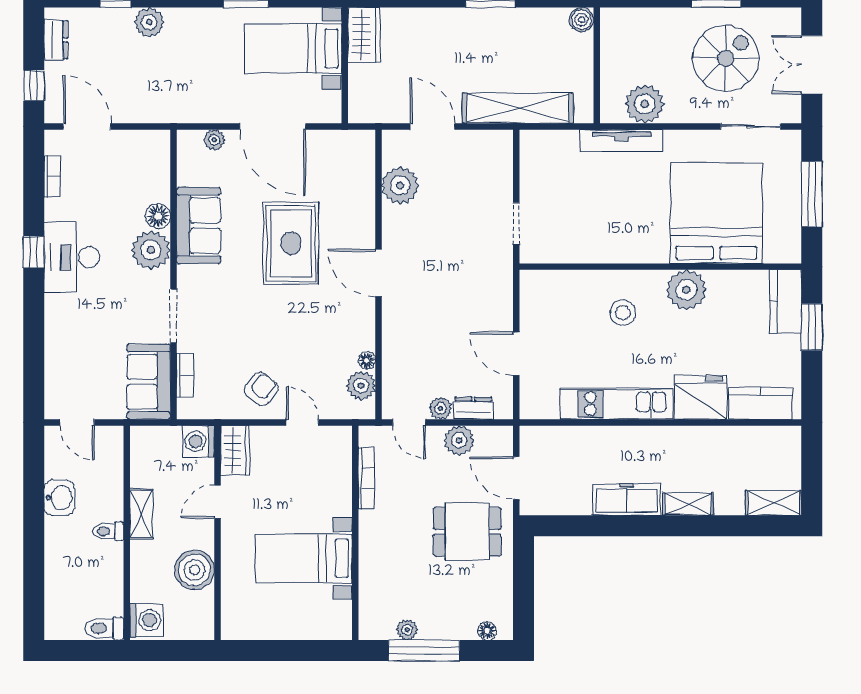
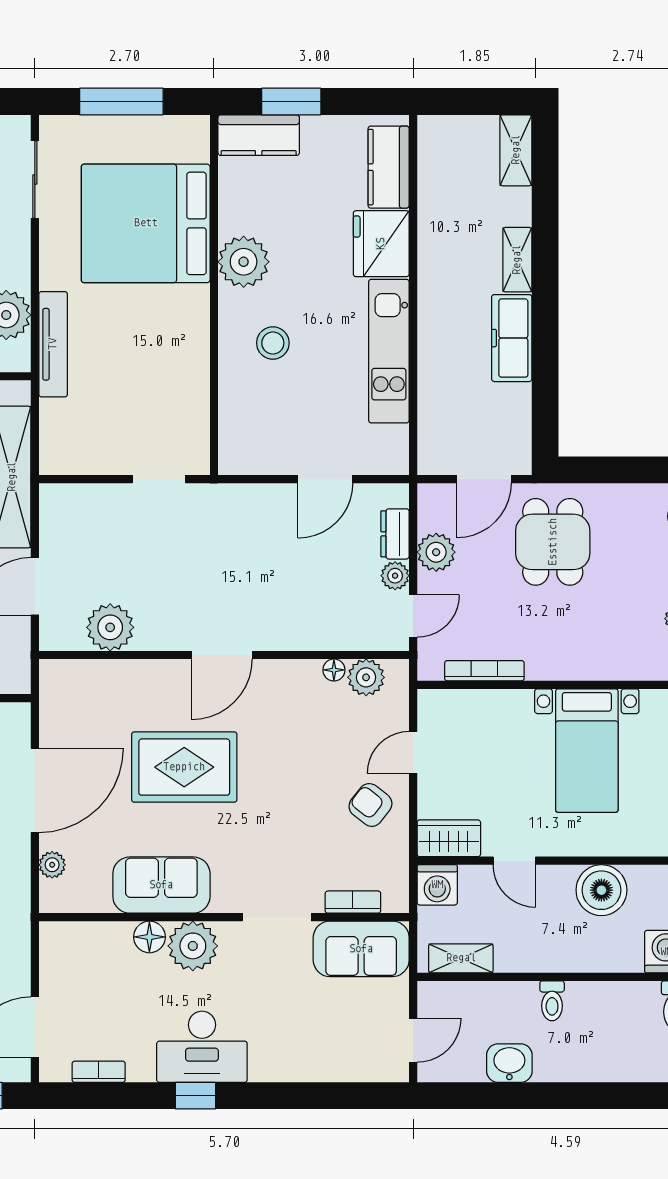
shelving: (141, 514) -> (461, 958), moved

